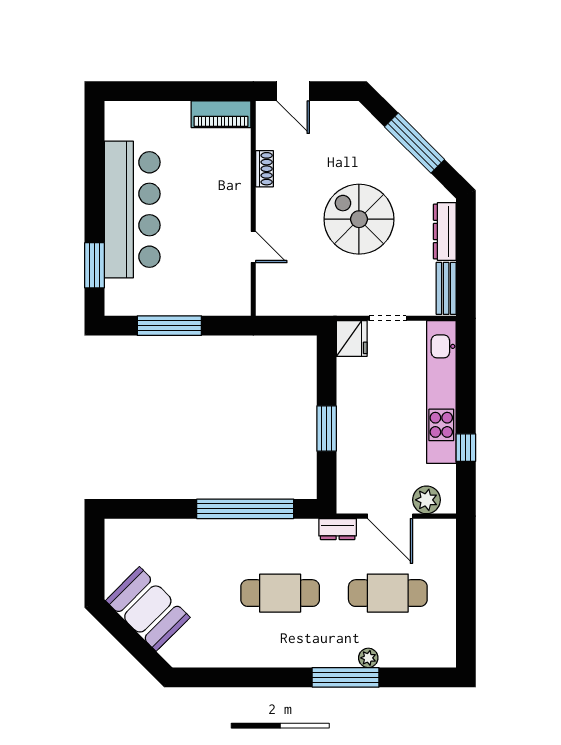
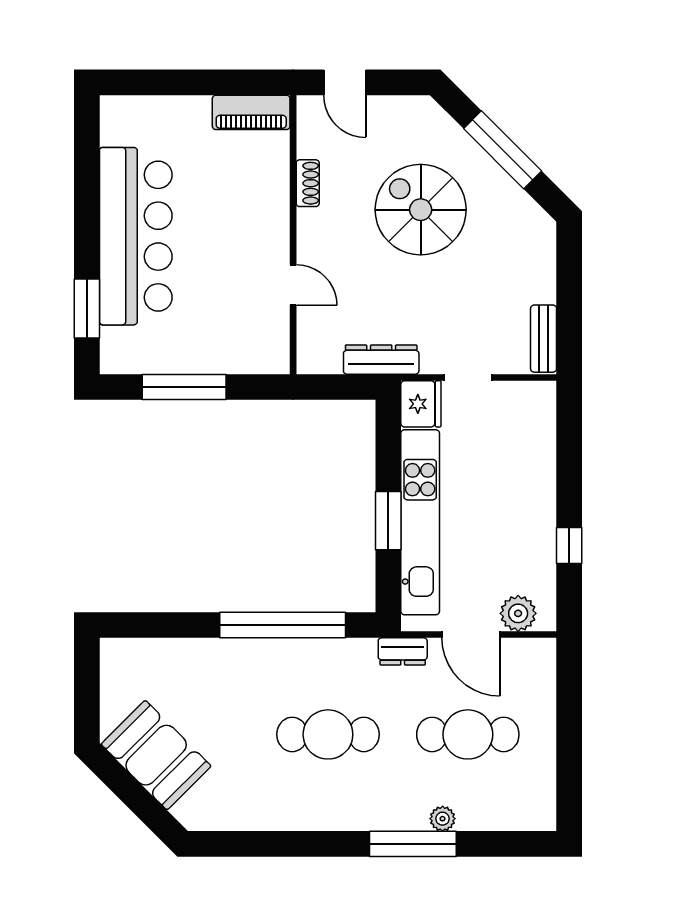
spiral stairs: (359, 219) -> (421, 210), moved
dresser: (445, 231) -> (381, 360), moved, turned 90
kitchen unit: (441, 392) -> (420, 522), moved, turned 180

